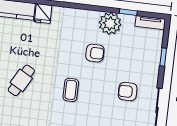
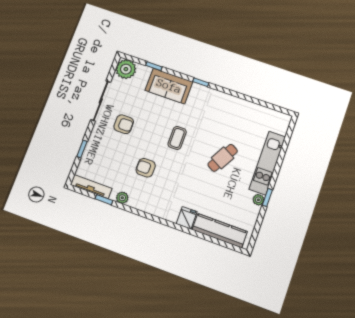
plant: (110, 23) -> (122, 198), width x0.53, depth x0.53
tv unit: (150, 23) -> (91, 187), width x1.41

